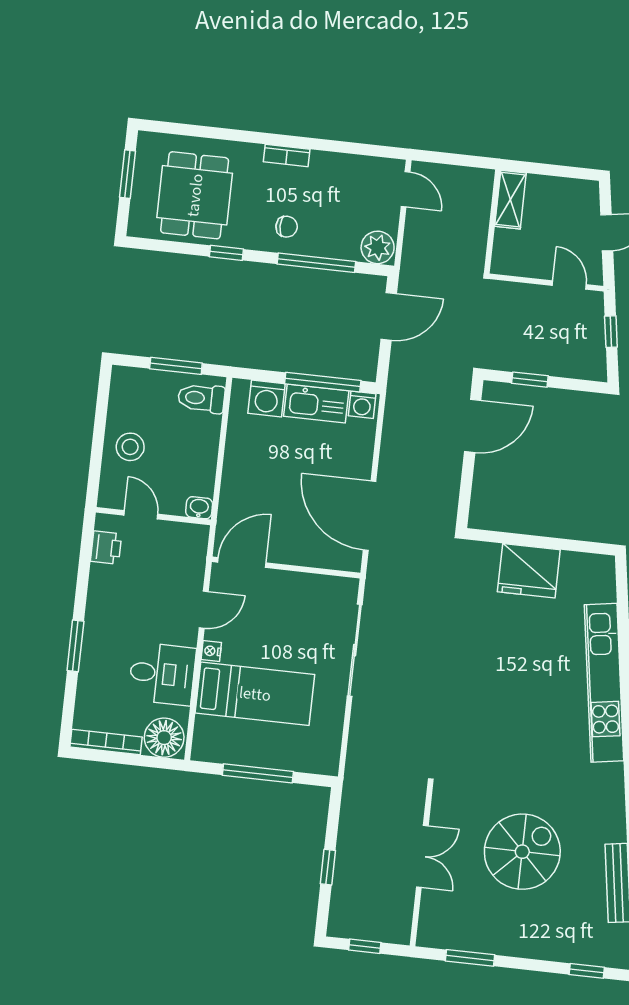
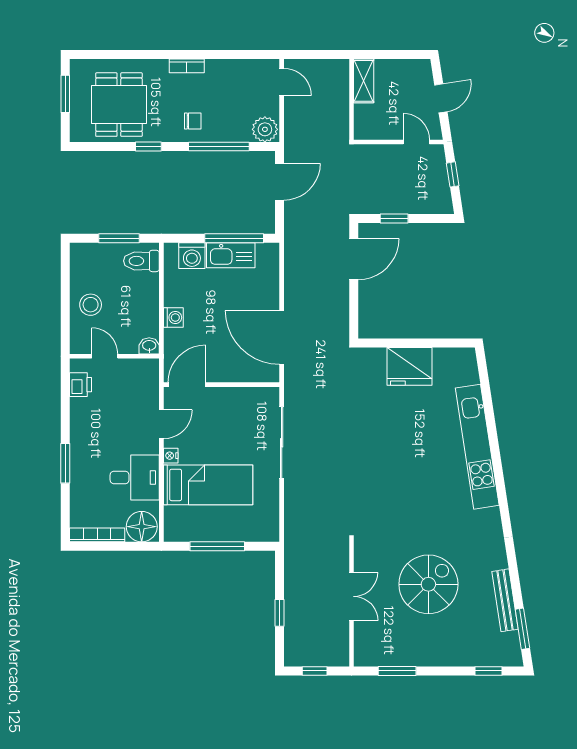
washing machine: (362, 405) -> (173, 318), moved, turned -90

